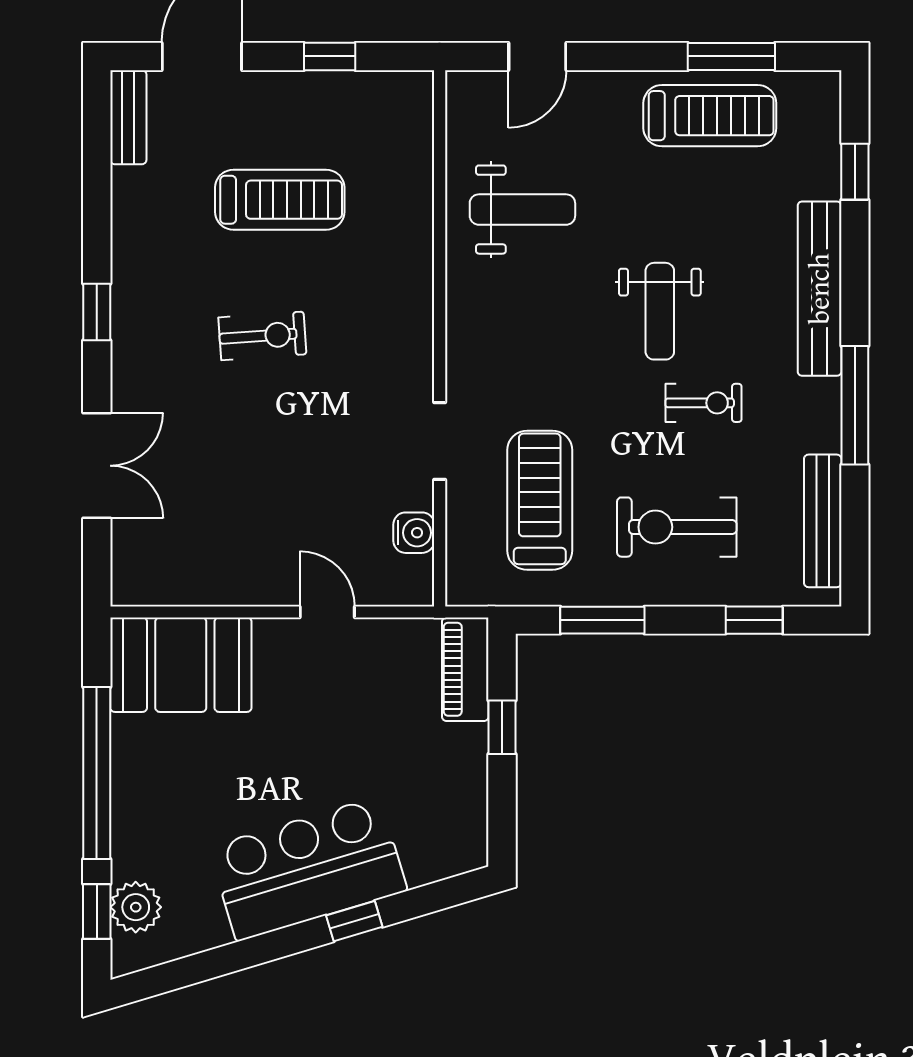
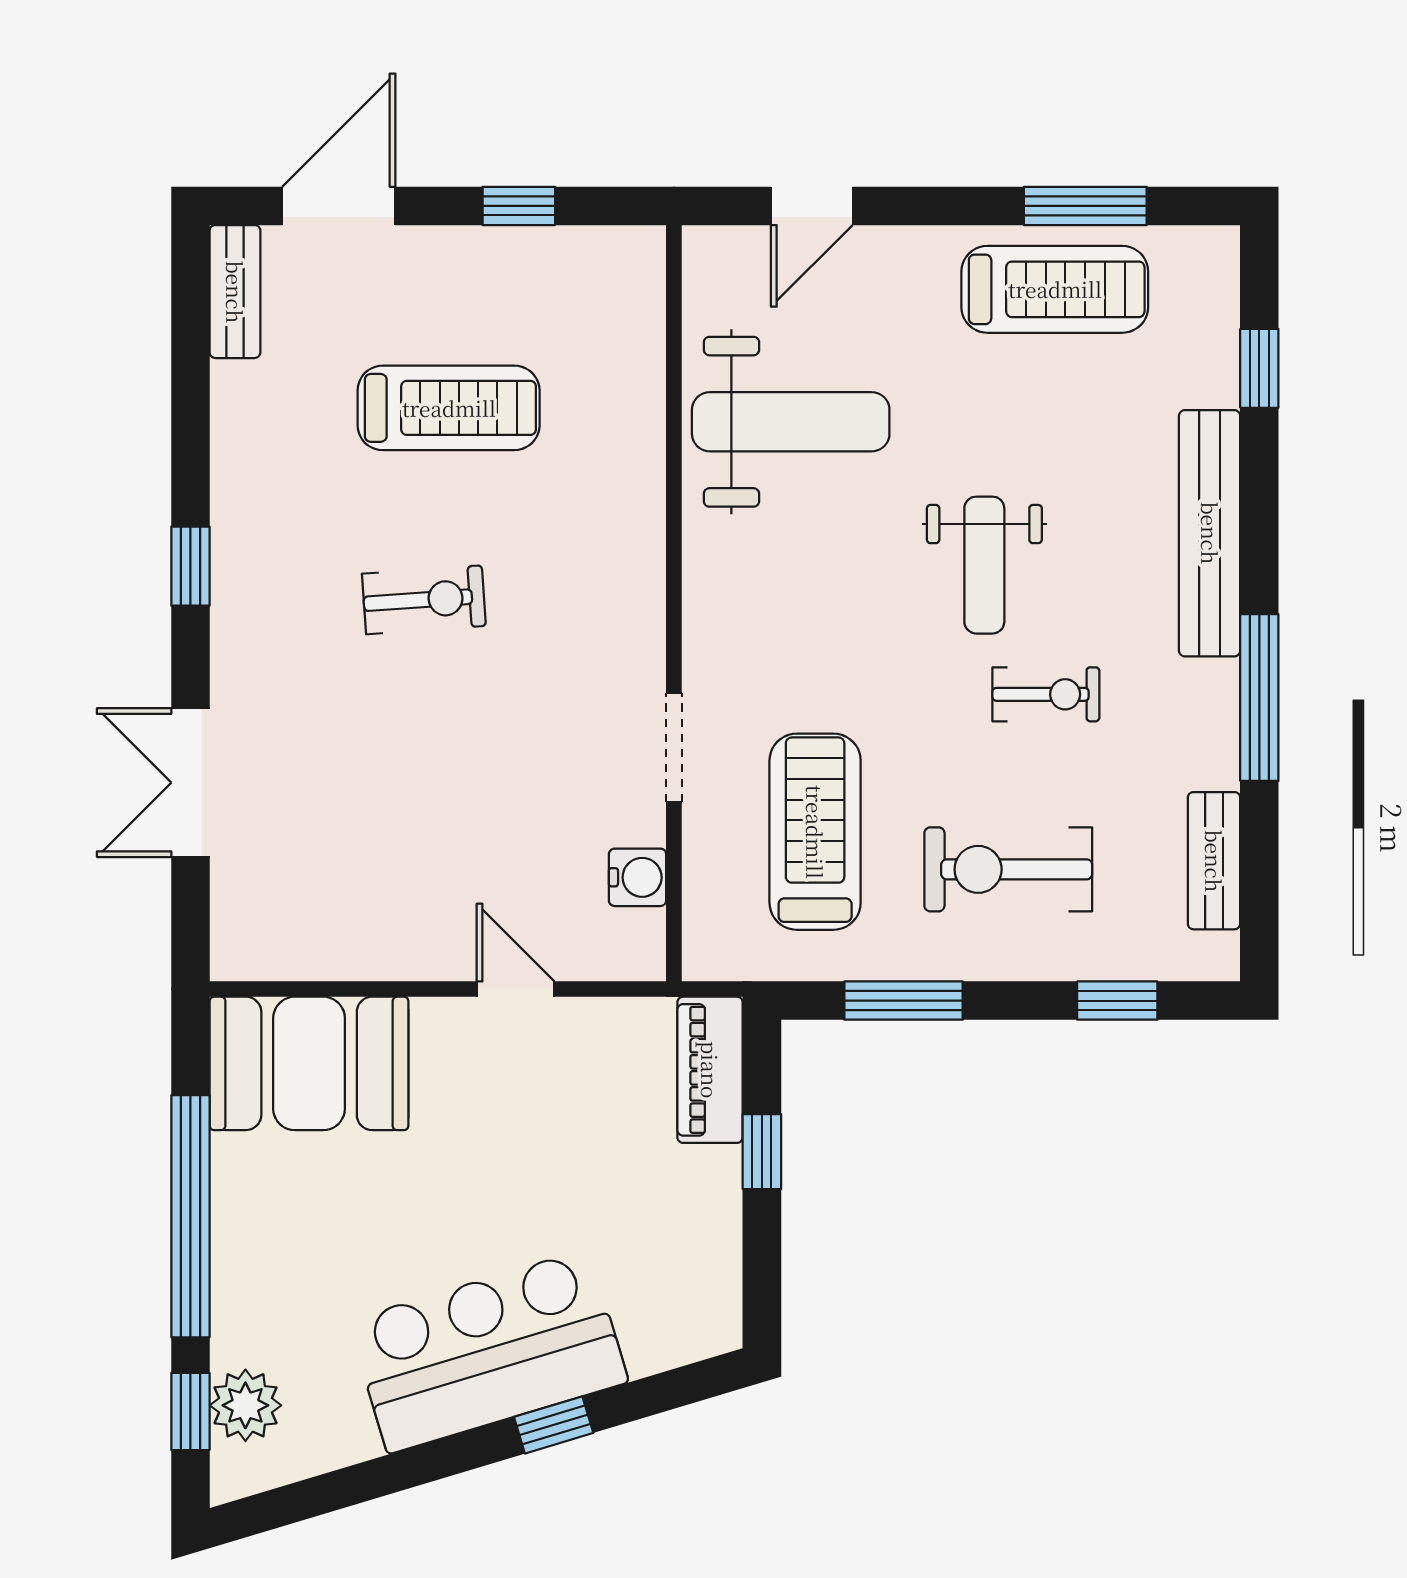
weight bench: (522, 210) -> (791, 422), width x1.36, depth x1.33
double door: (97, 466) -> (190, 783), swing flipped
bench: (823, 521) -> (1214, 861), width x0.73

